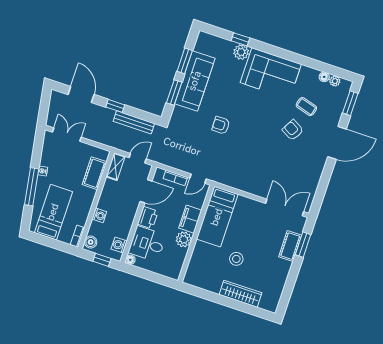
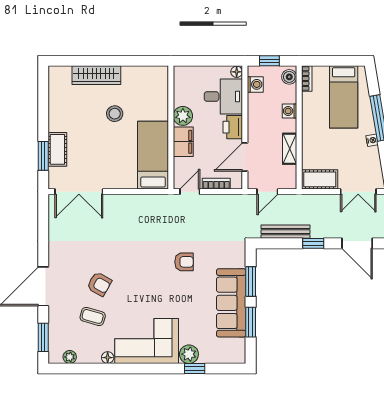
floor lamp: (324, 77) -> (108, 358), moved
shelving: (116, 167) -> (290, 149), moved
cot: (94, 173) -> (320, 179), moved, turned 90

